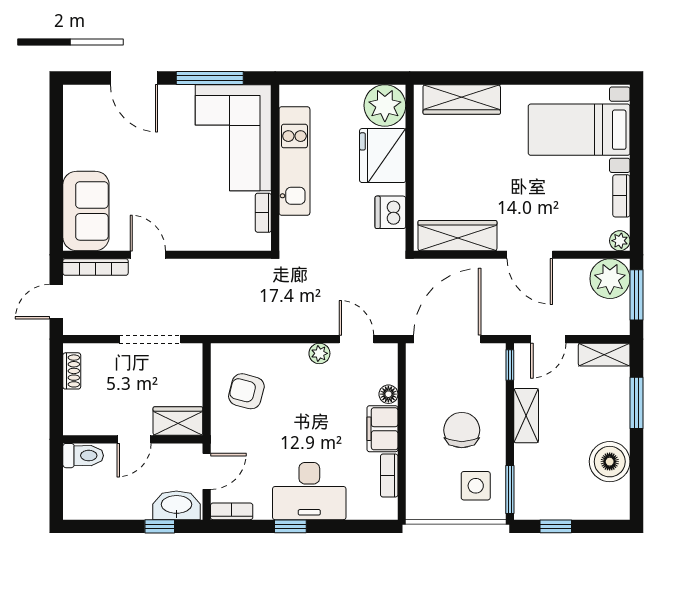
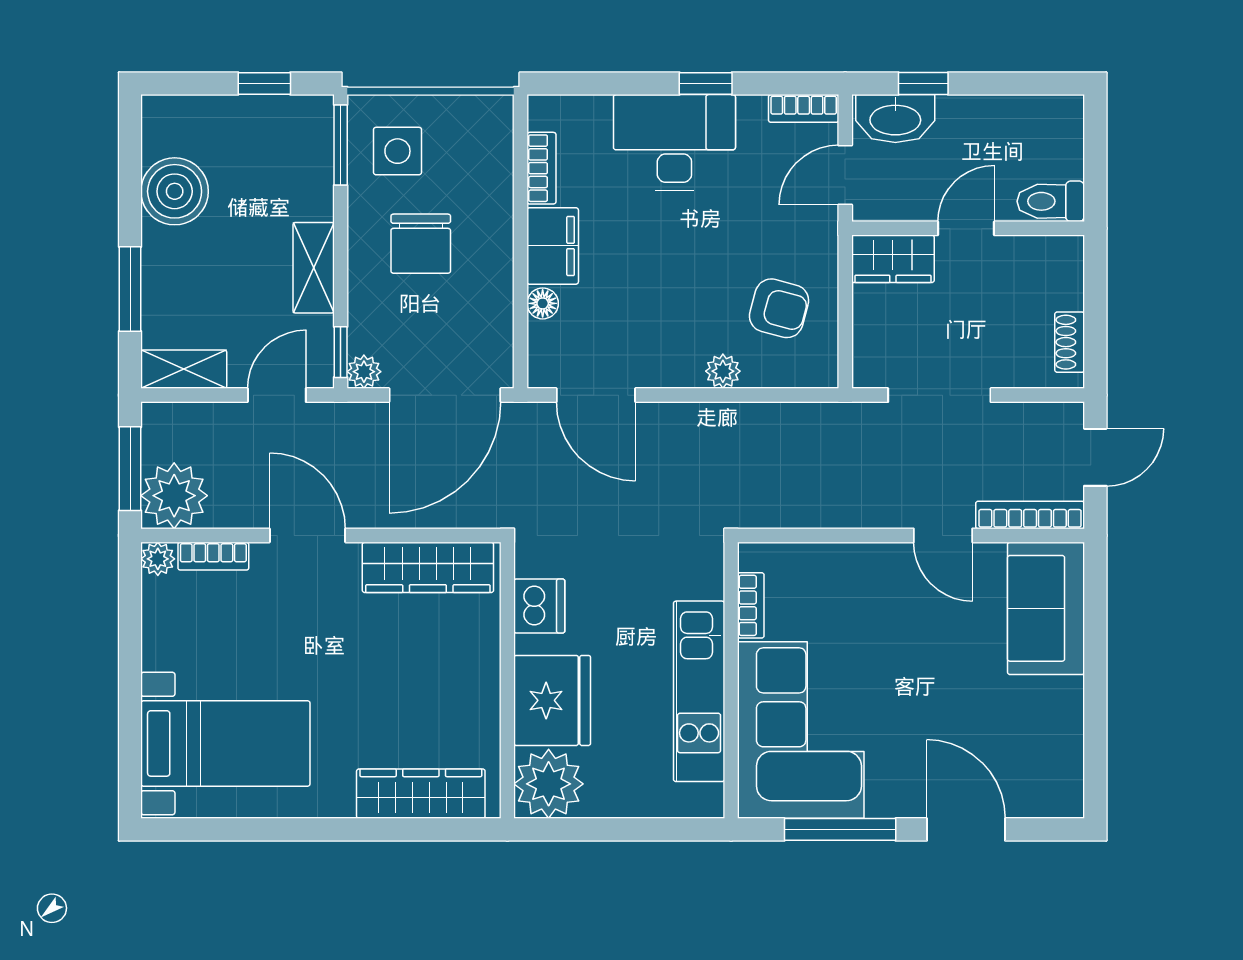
bookcase: (621, 196) -> (213, 556), moved, turned 90
door: (356, 339) -> (596, 395), width x1.38
plant: (319, 353) -> (723, 371), moved
plant: (496, 353) -> (364, 372), added

